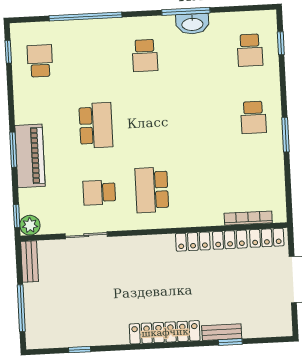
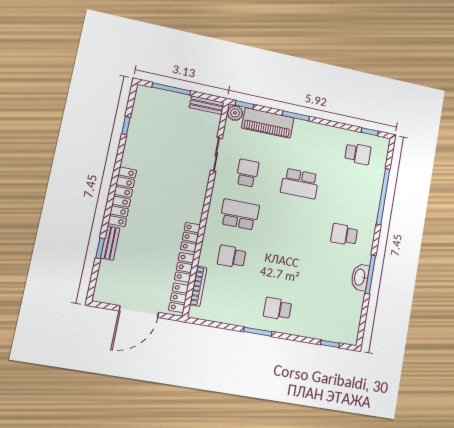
school desk: (250, 50) -> (232, 257), moved
piano: (30, 156) -> (268, 123), moved

